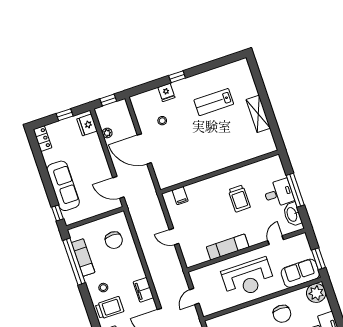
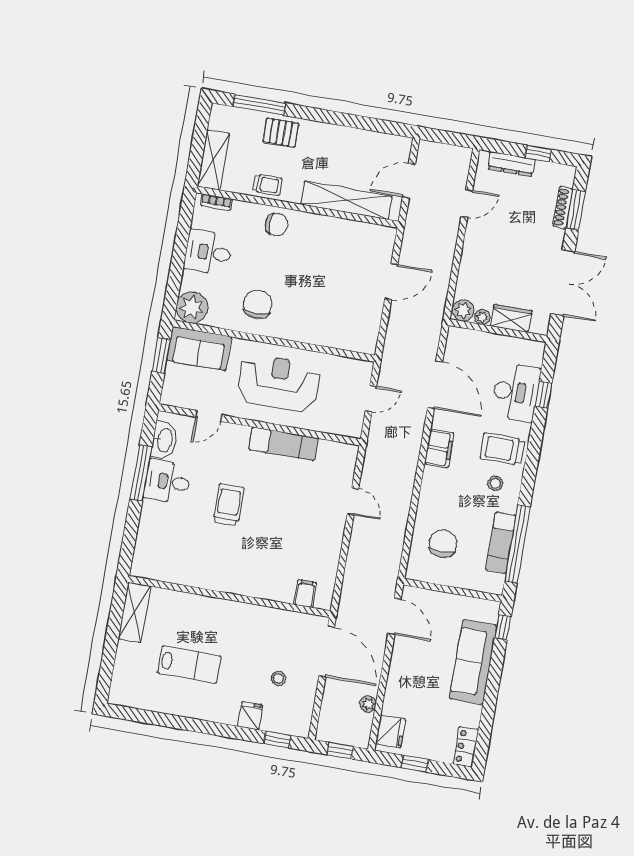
window: (177, 77) -> (277, 740), moved
wall: (220, 172) -> (229, 596), moved
filing cabinet: (180, 196) -> (305, 594), moved

